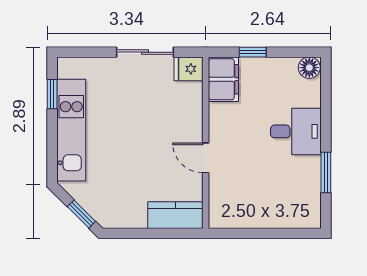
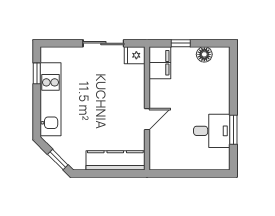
floor lamp: (309, 68) -> (204, 54), moved
desk: (296, 131) -> (212, 131), moved
door: (206, 158) -> (147, 119), swing flipped
kitchen counter: (175, 215) -> (115, 160), width x1.50

